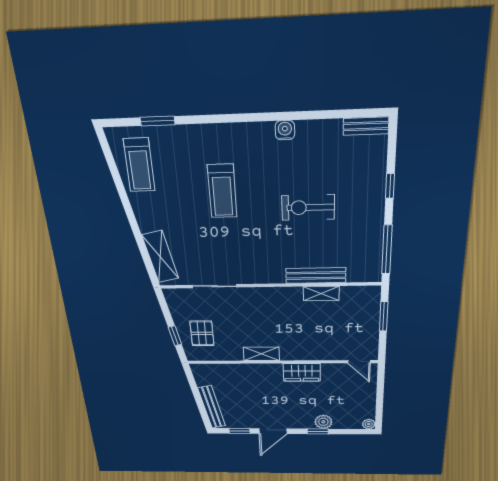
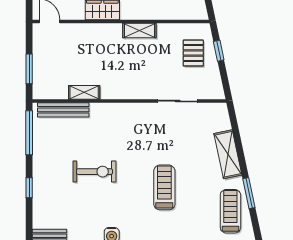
window: (120, 187) -> (249, 193), added
shelving: (160, 257) -> (228, 154), moved
bench: (316, 276) -> (63, 110), moved

